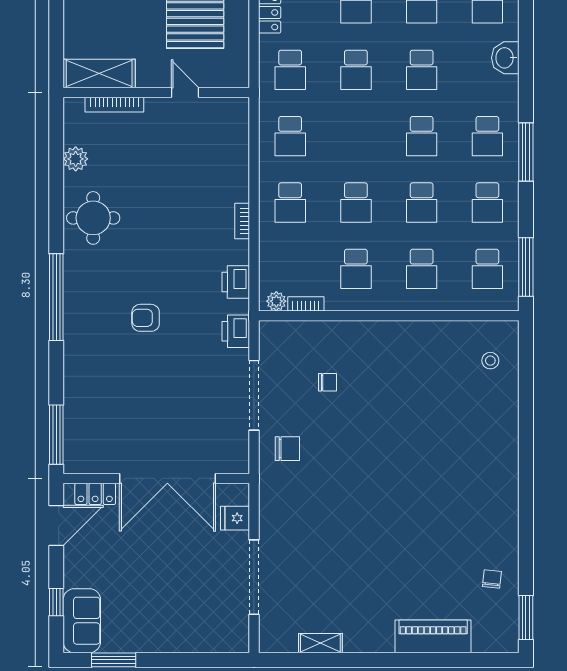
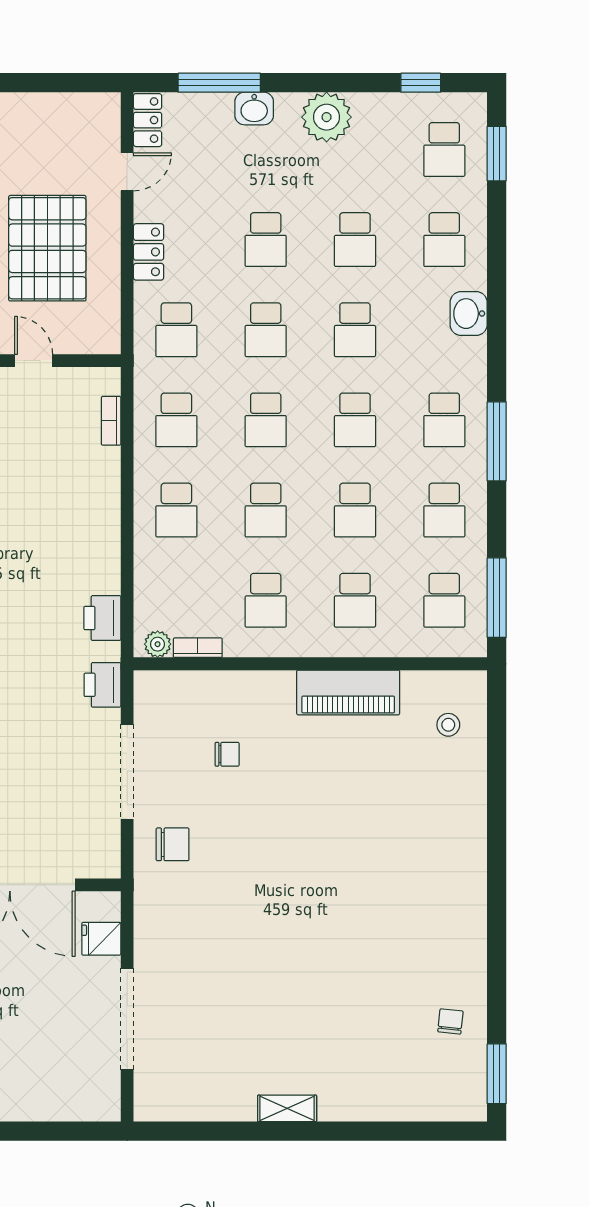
school desk: (356, 136) -> (266, 420), added
bookcase: (242, 221) -> (111, 421), moved
piano: (433, 636) -> (348, 692), moved, turned 180
shelving: (320, 643) -> (287, 1108), moved

